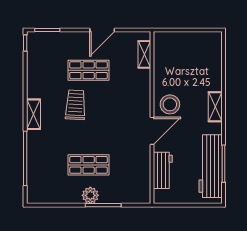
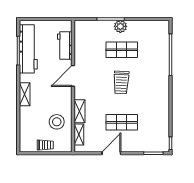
trolley: (188, 41) -> (45, 145), added
stool: (170, 104) -> (57, 122), moved
trolley: (76, 105) -> (121, 82), moved
shelving: (33, 114) -> (80, 111), moved

